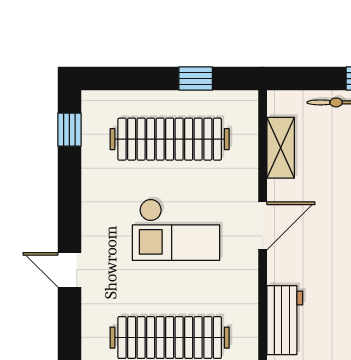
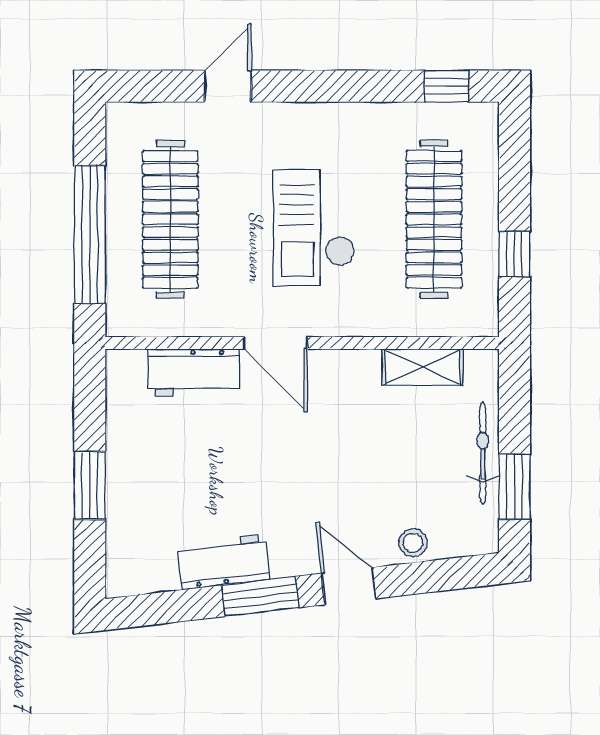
door: (263, 226) -> (276, 343), moved
door: (69, 270) -> (228, 86), moved

